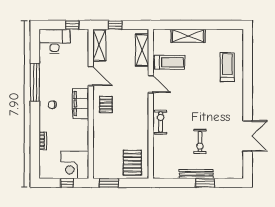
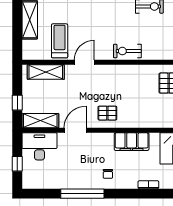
window: (72, 25) -> (17, 164), moved
desk: (54, 41) -> (39, 146), moved, turned 90
filing cabinet: (81, 104) -> (132, 142), moved

